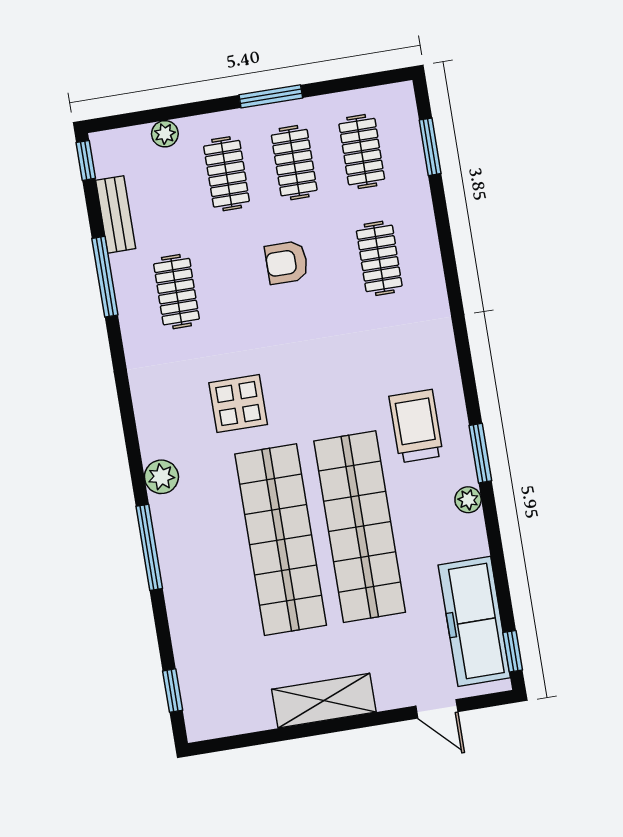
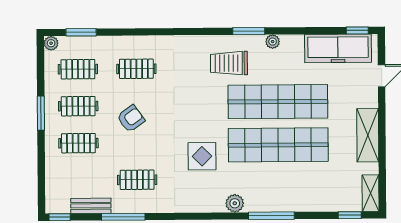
plant: (165, 134) -> (51, 43), moved
armchair: (287, 263) -> (131, 119), turned -126
shelving: (219, 722) -> (371, 193), added

